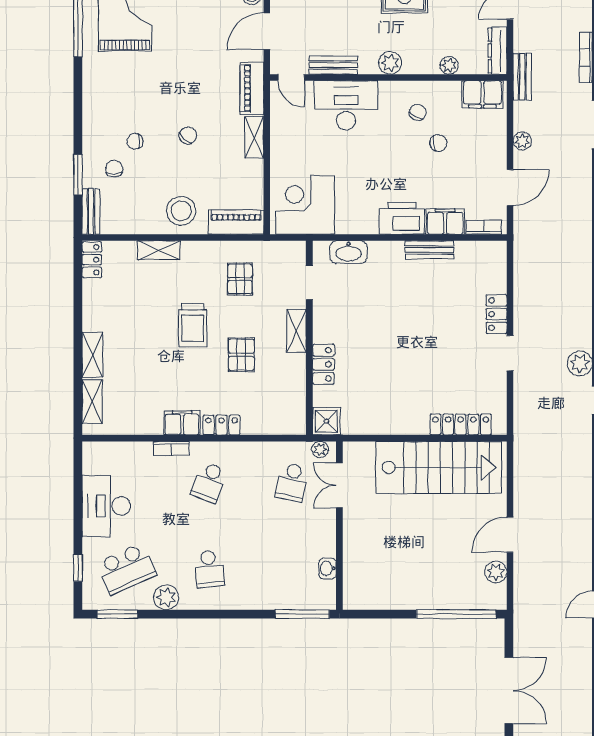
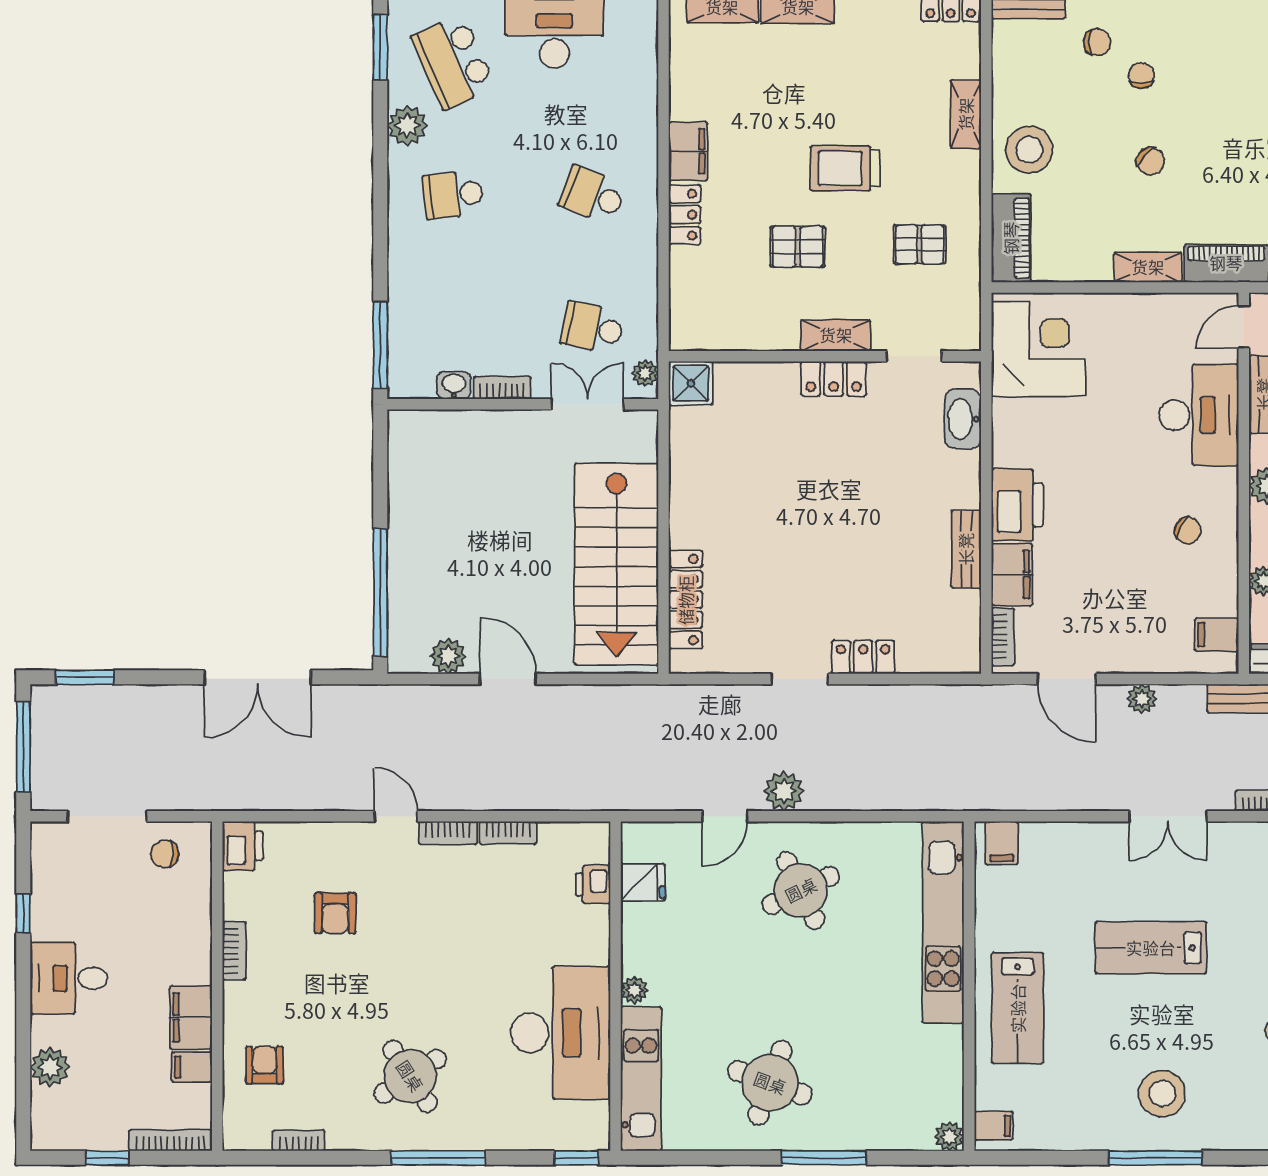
filing cabinet: (482, 94) -> (1217, 635), width x0.50
chair: (438, 143) -> (1138, 564), removed
locker: (323, 364) -> (834, 379), moved
bookcase: (171, 448) -> (502, 388), moved, turned 90

